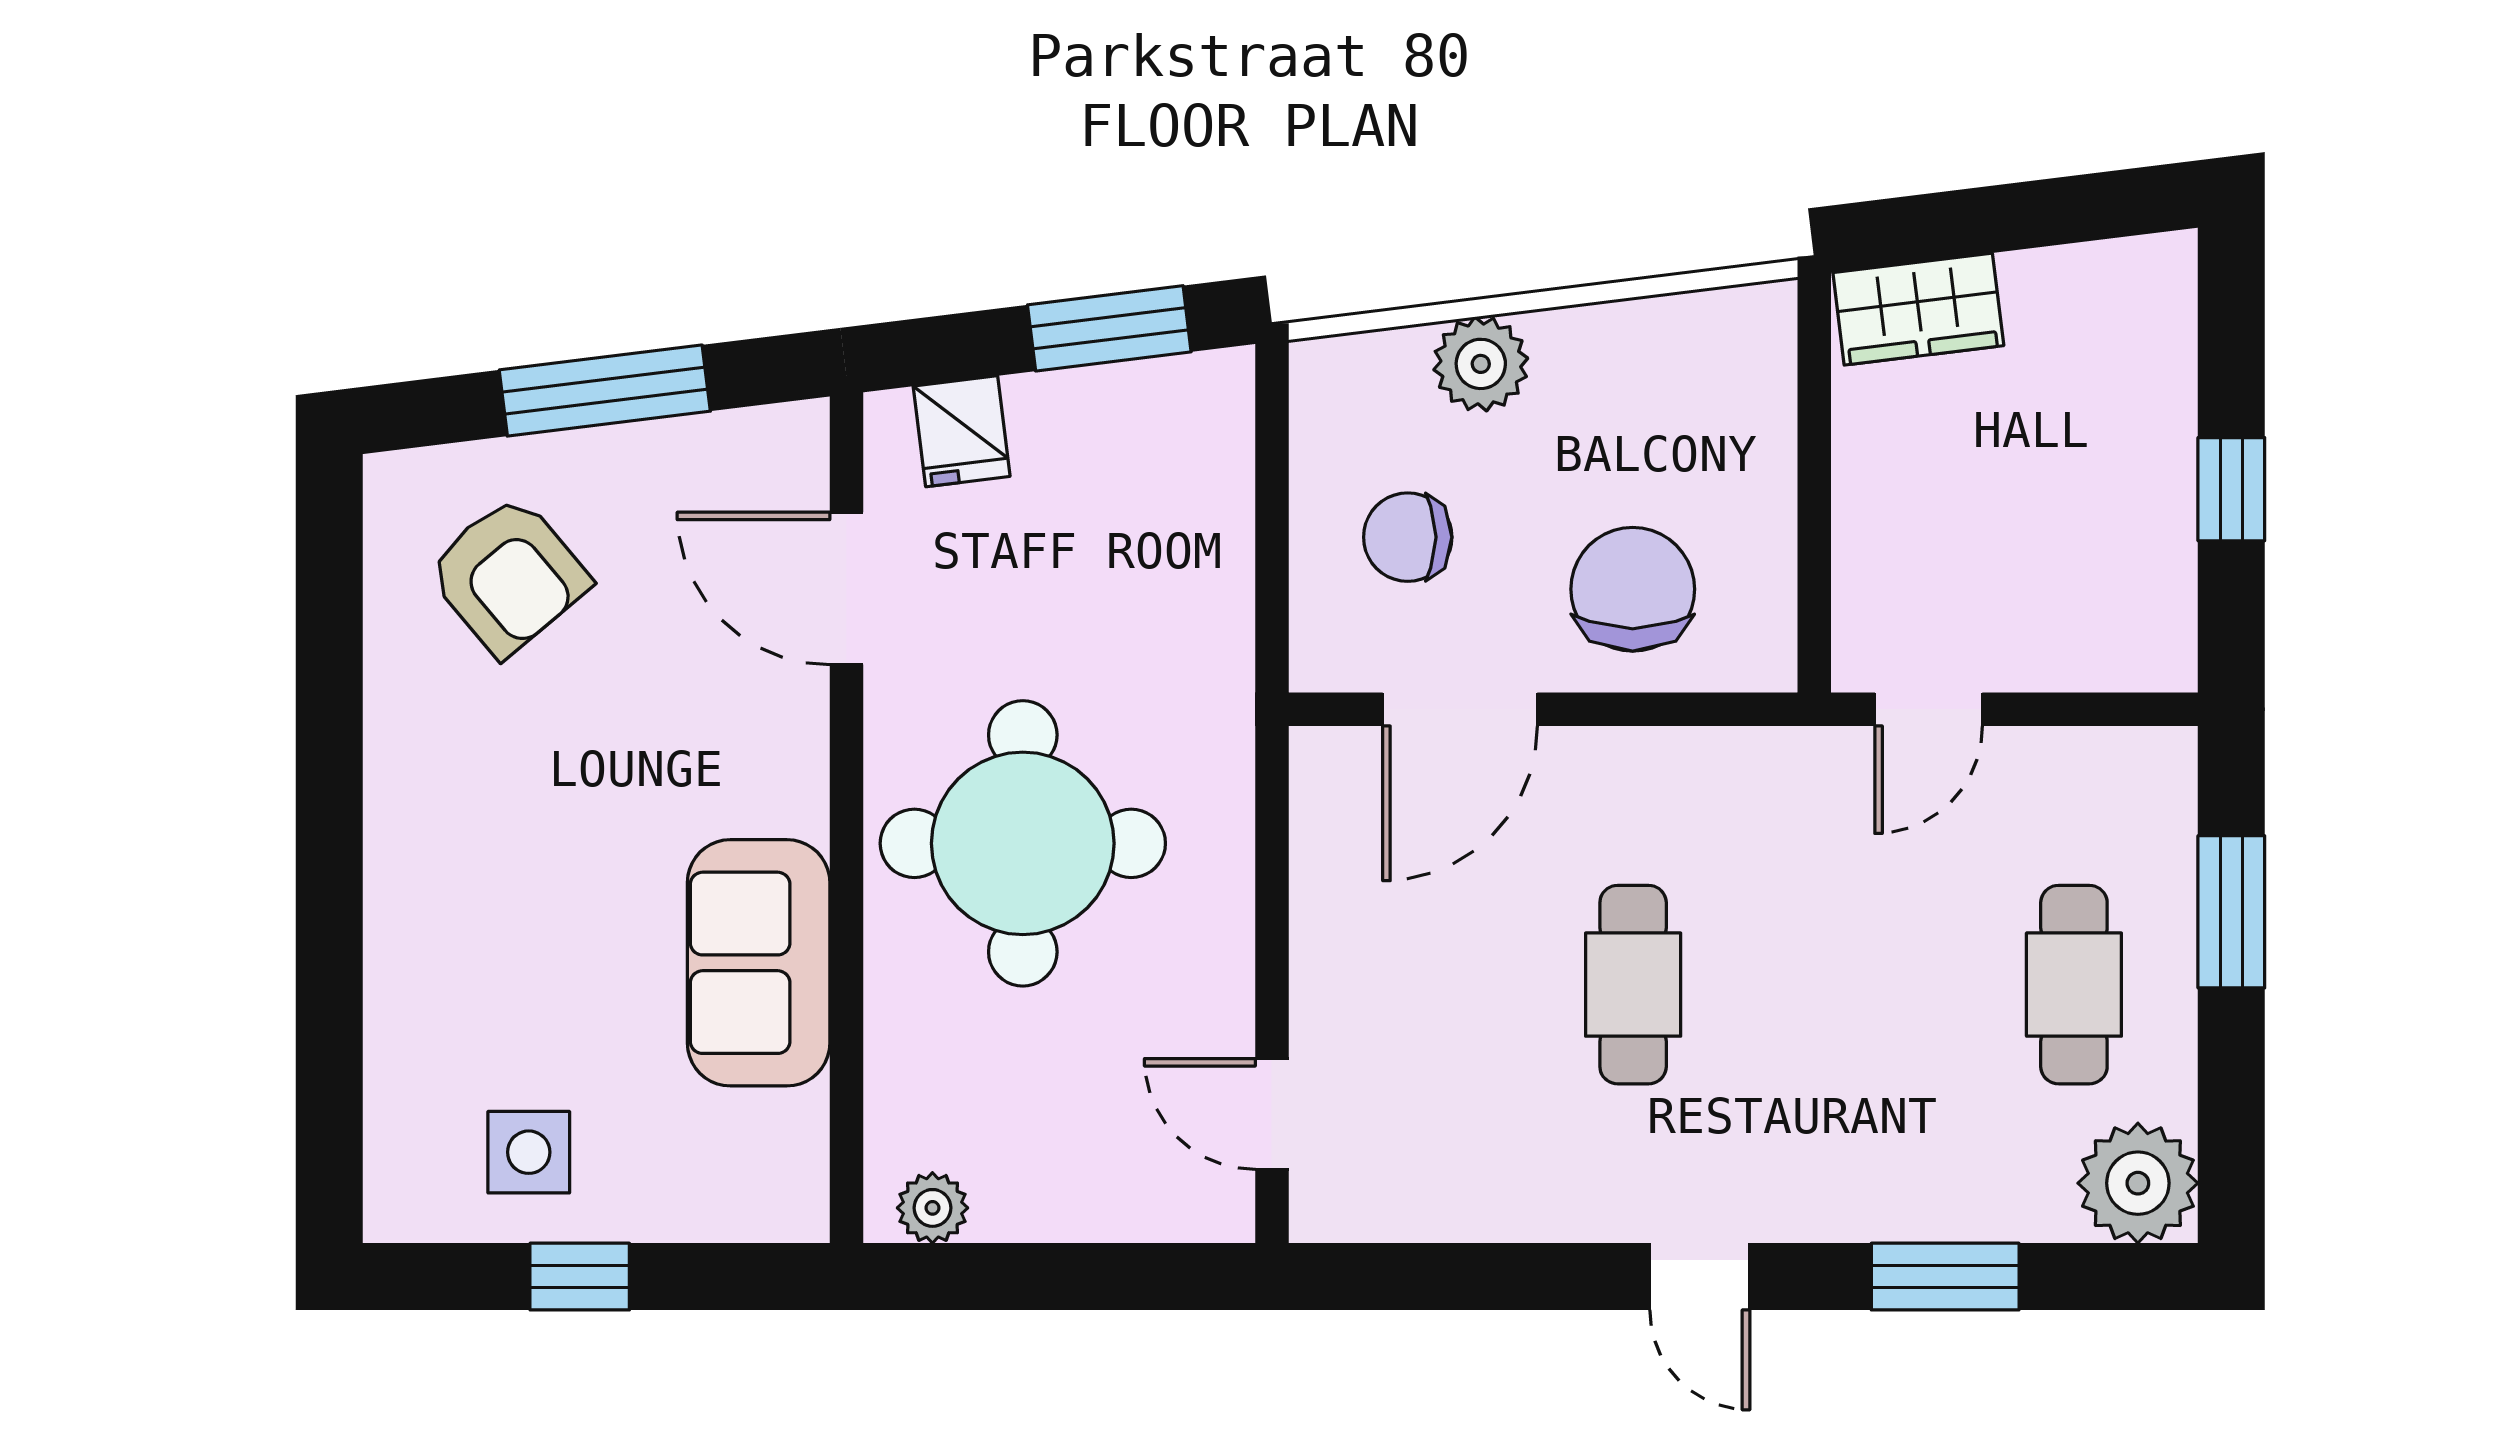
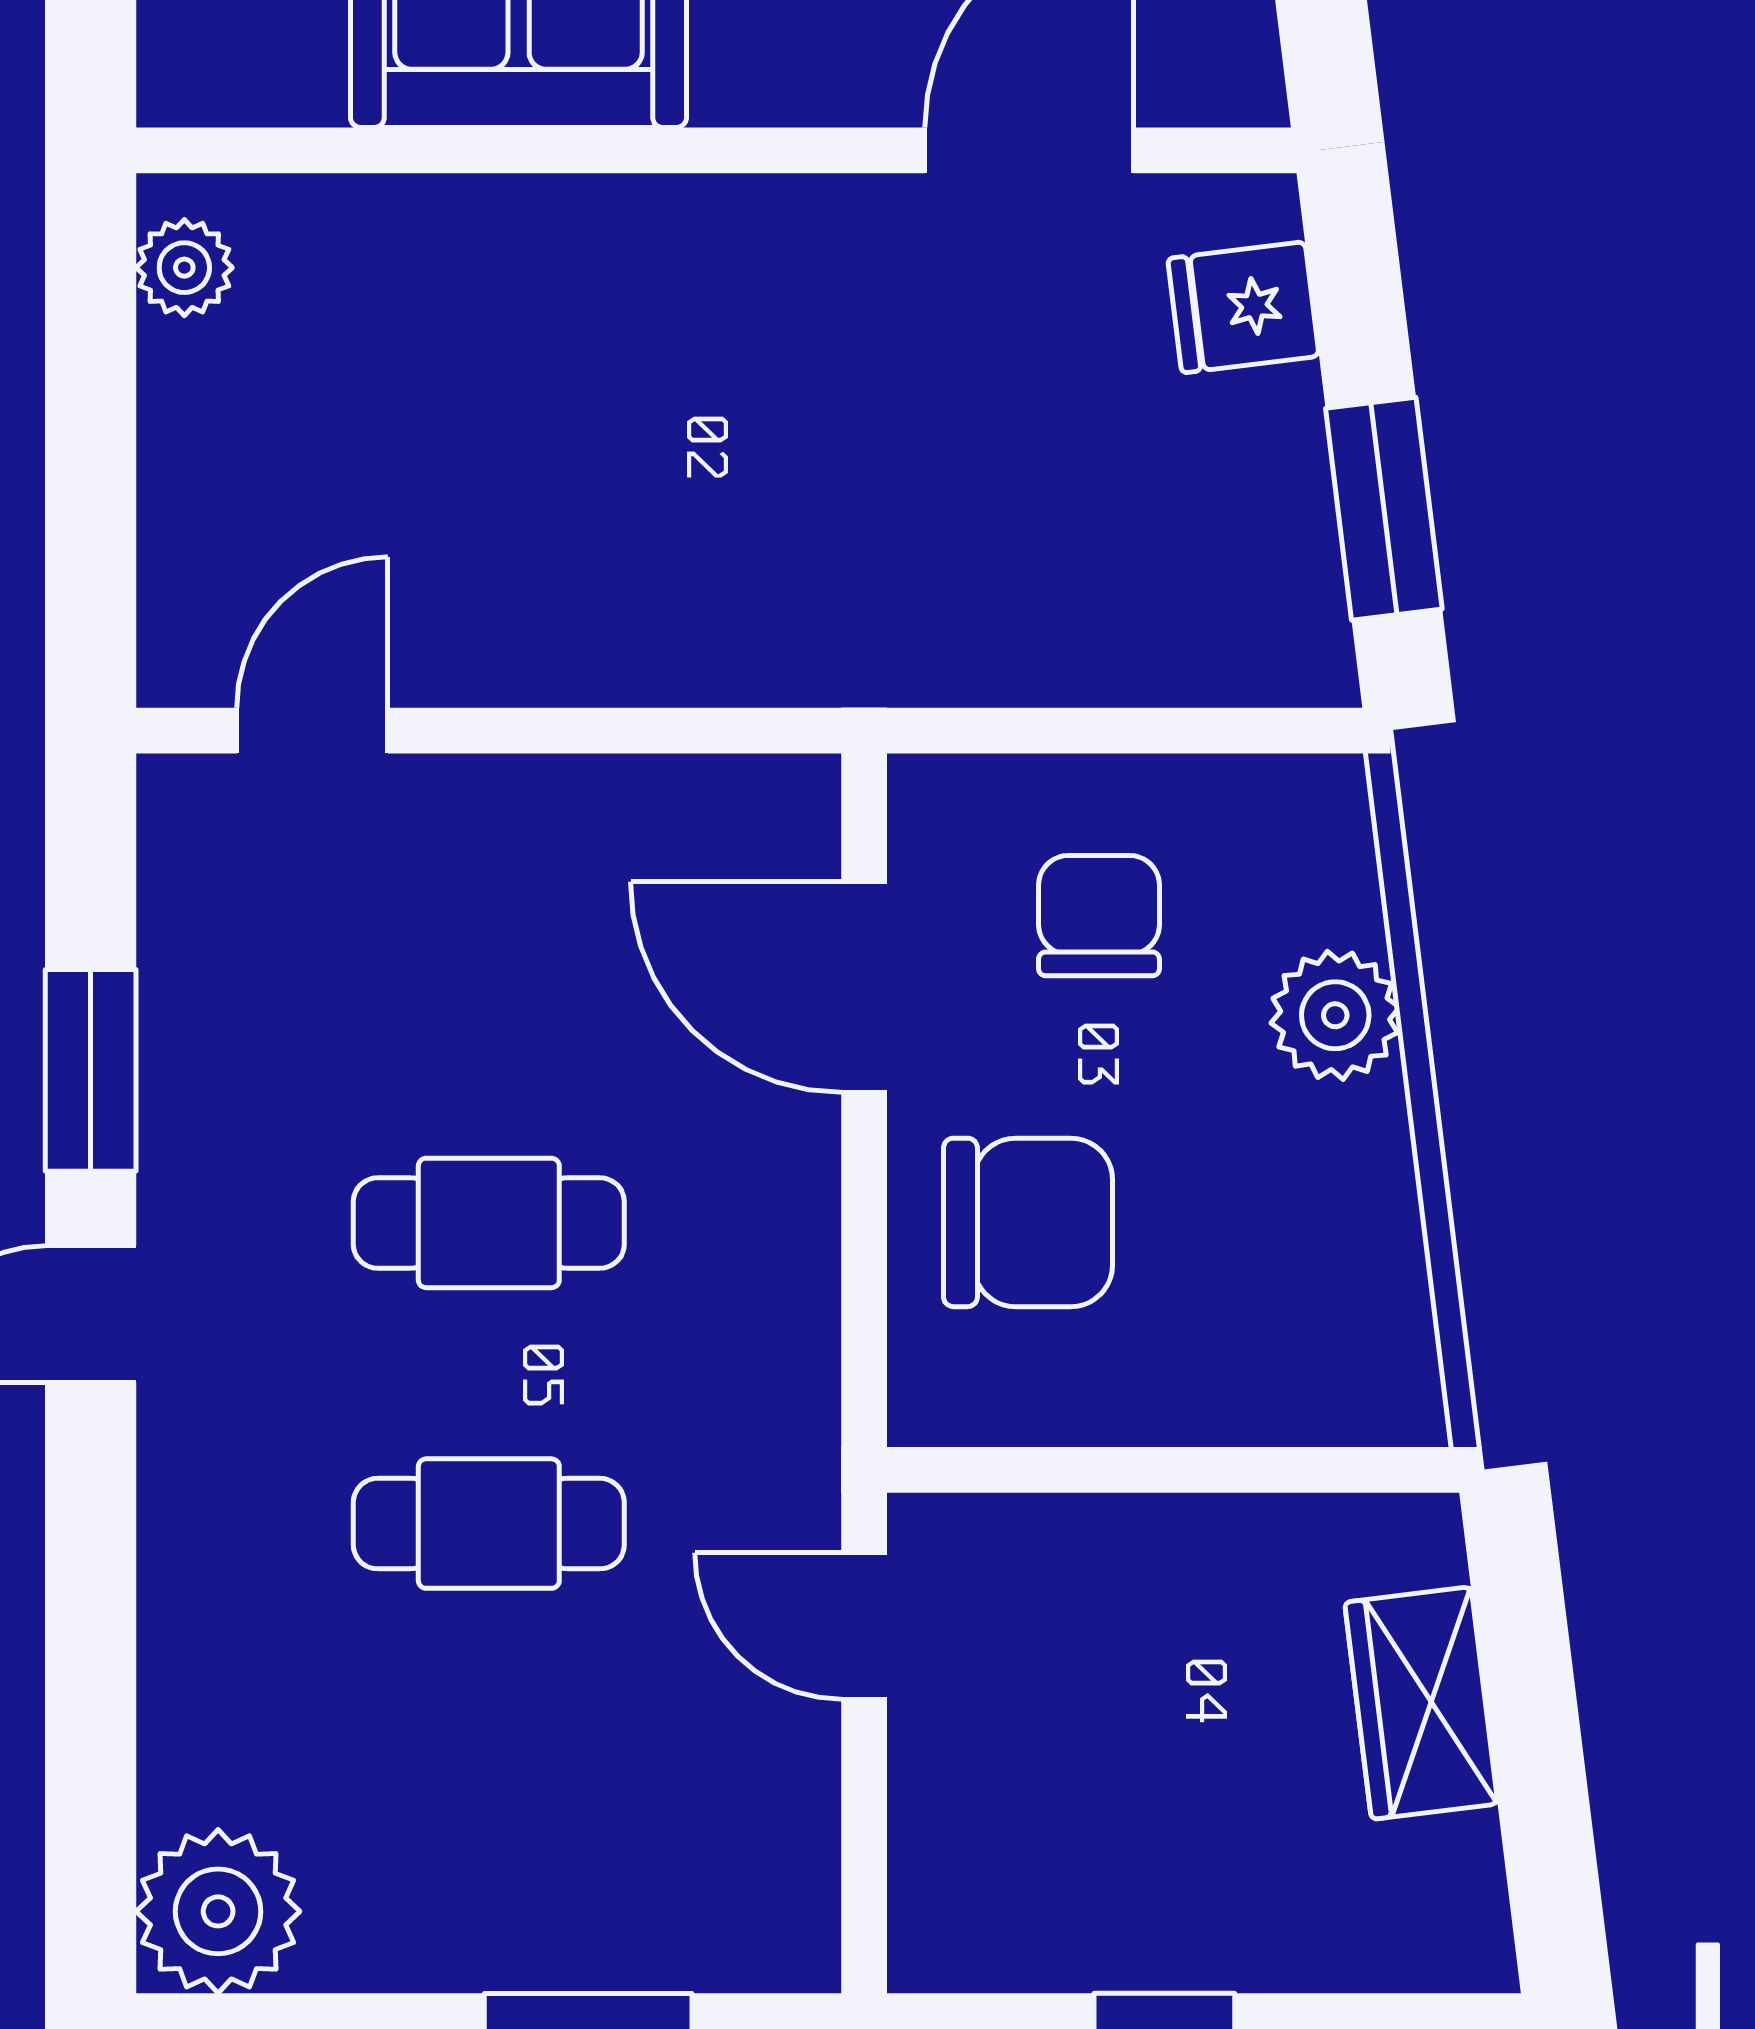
wardrobe: (1918, 309) -> (1421, 1703), moved
round table: (1023, 843) -> (681, 391), removed
cafe table: (2074, 985) -> (489, 1524), moved
window: (1945, 1277) -> (91, 1070), moved

